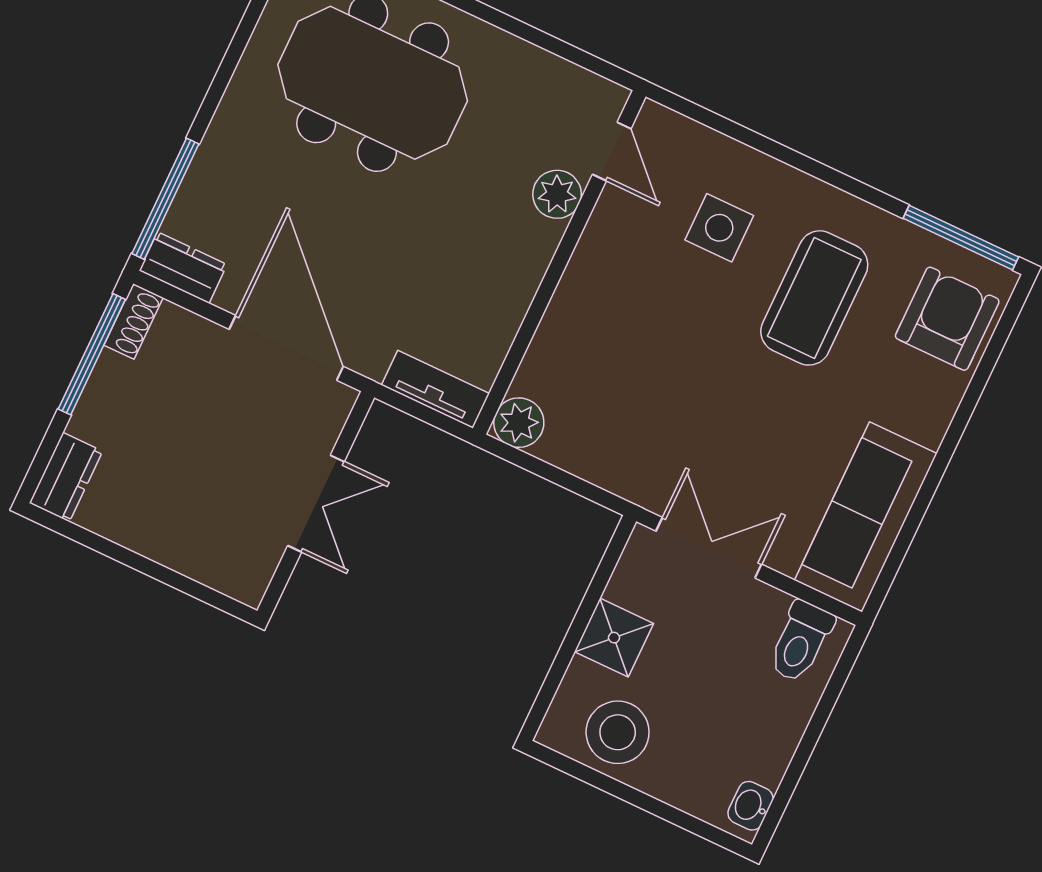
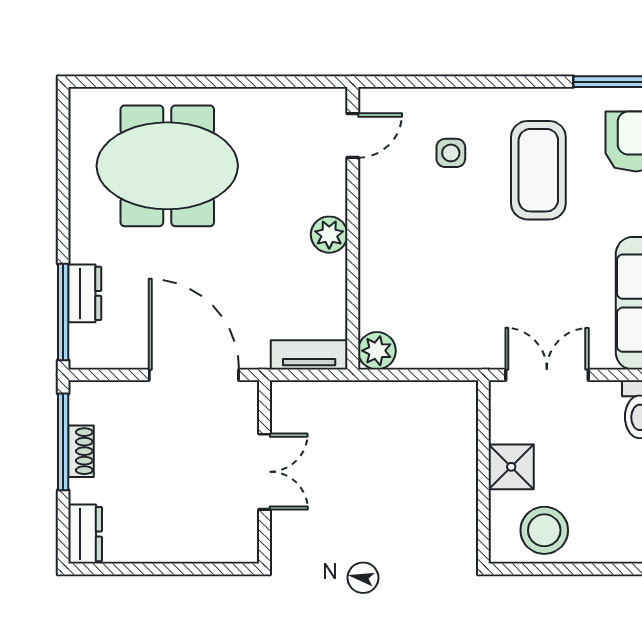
door: (612, 151) -> (353, 136), hinge flipped
plant: (557, 194) -> (329, 235), moved
side table: (719, 228) -> (451, 153), width x0.73, depth x0.73
dresser: (183, 268) -> (85, 293), moved, turned 90
shoe rack: (134, 321) -> (81, 451), moved

